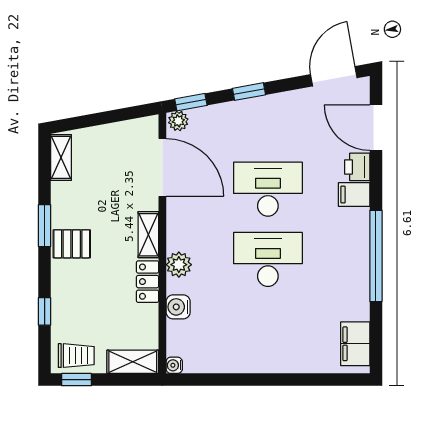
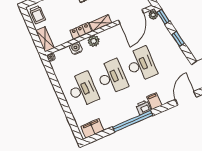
printer: (357, 167) -> (143, 107), moved
desk: (268, 330) -> (83, 90), added
window: (76, 380) -> (27, 19), removed

